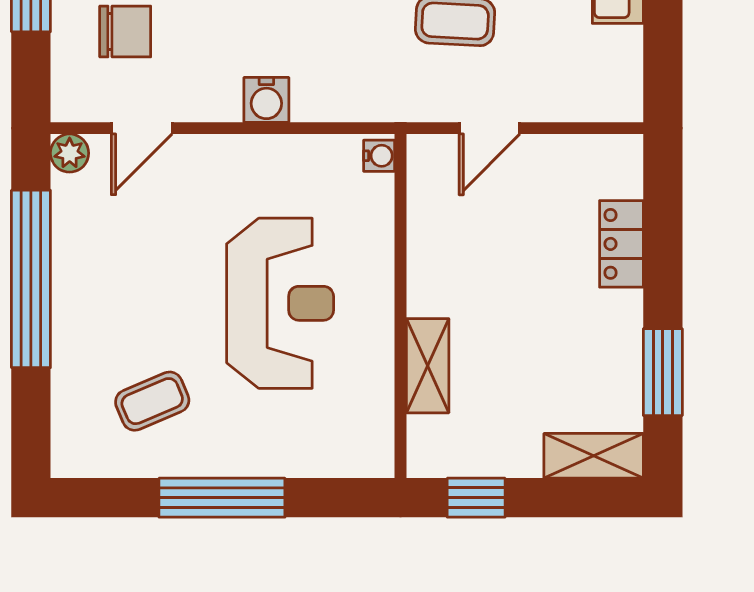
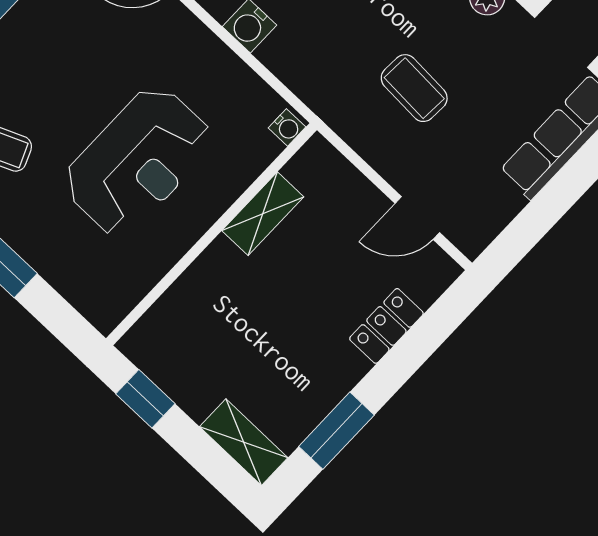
door: (489, 128) -> (417, 218), moved
shelving: (428, 366) -> (263, 214), moved

